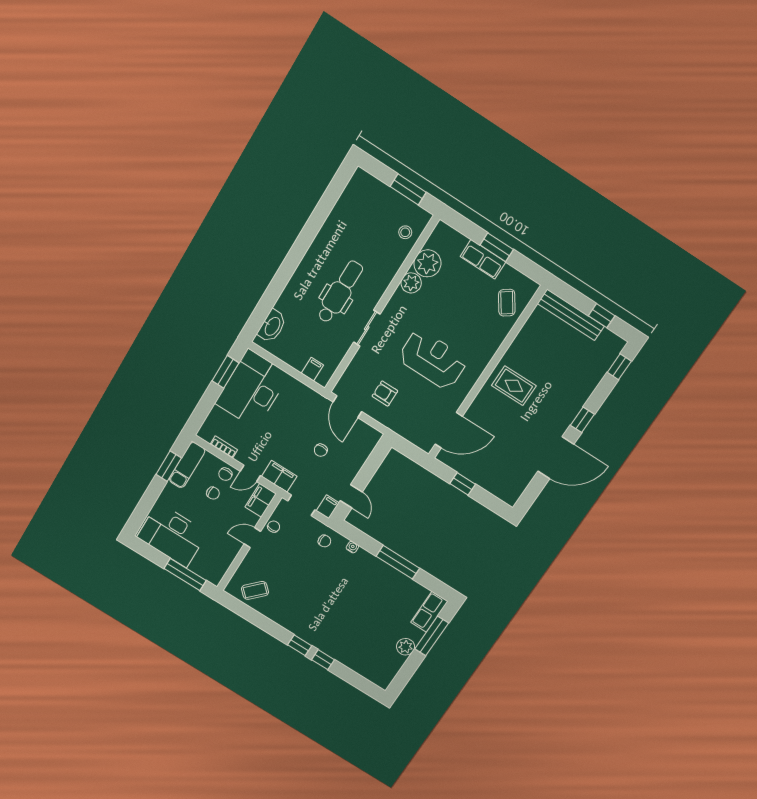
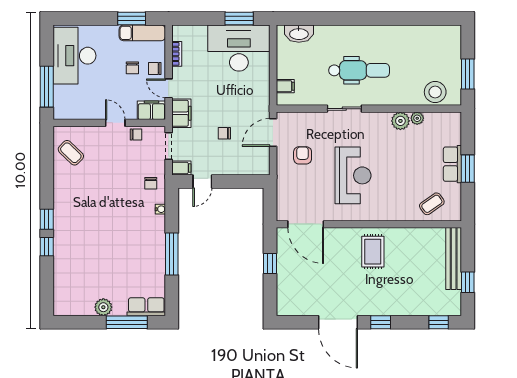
stool: (405, 232) -> (435, 92), width x1.89, depth x1.89
plant: (427, 263) -> (417, 118), width x0.53, depth x0.53

